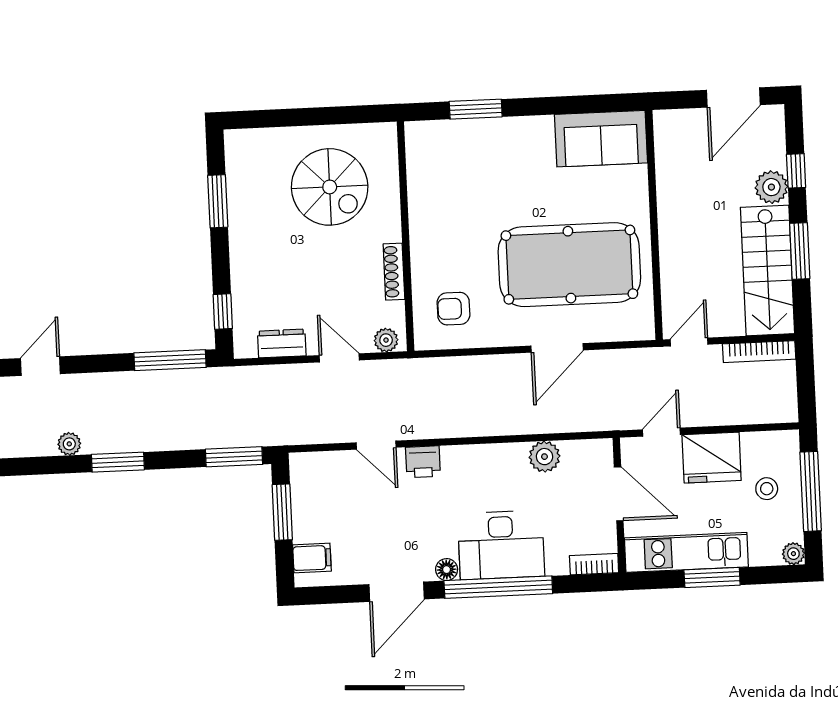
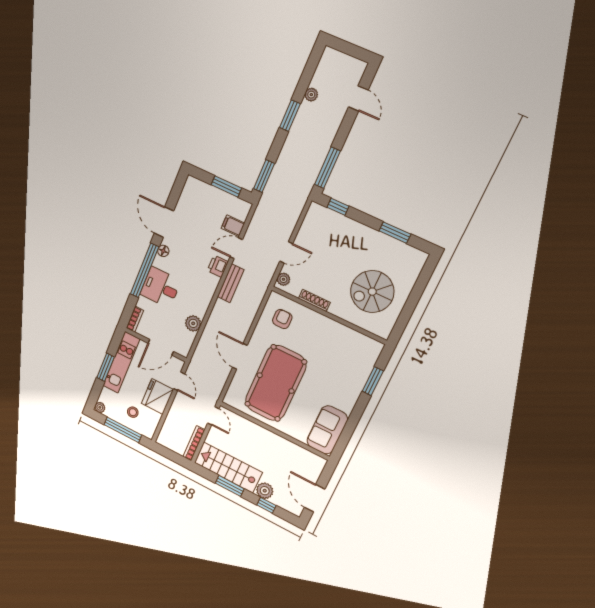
dresser: (282, 343) -> (307, 228), removed
bench: (440, 425) -> (231, 283), added
desk: (501, 545) -> (161, 287), width x0.73
filing cabinet: (312, 558) -> (233, 226), moved, turned 90

